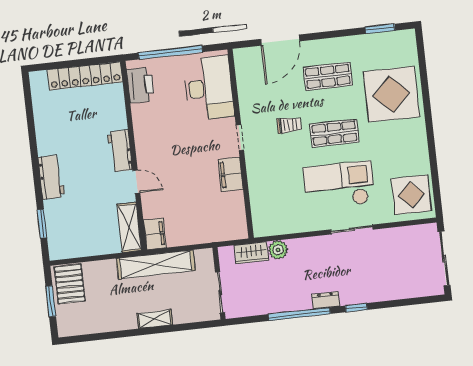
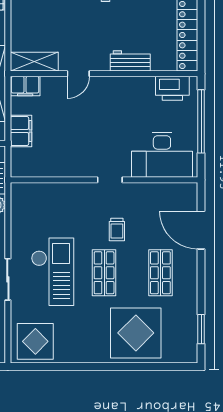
workbench: (120, 151) -> (130, 61), moved
filing cabinet: (231, 174) -> (21, 131), moved, turned 90

